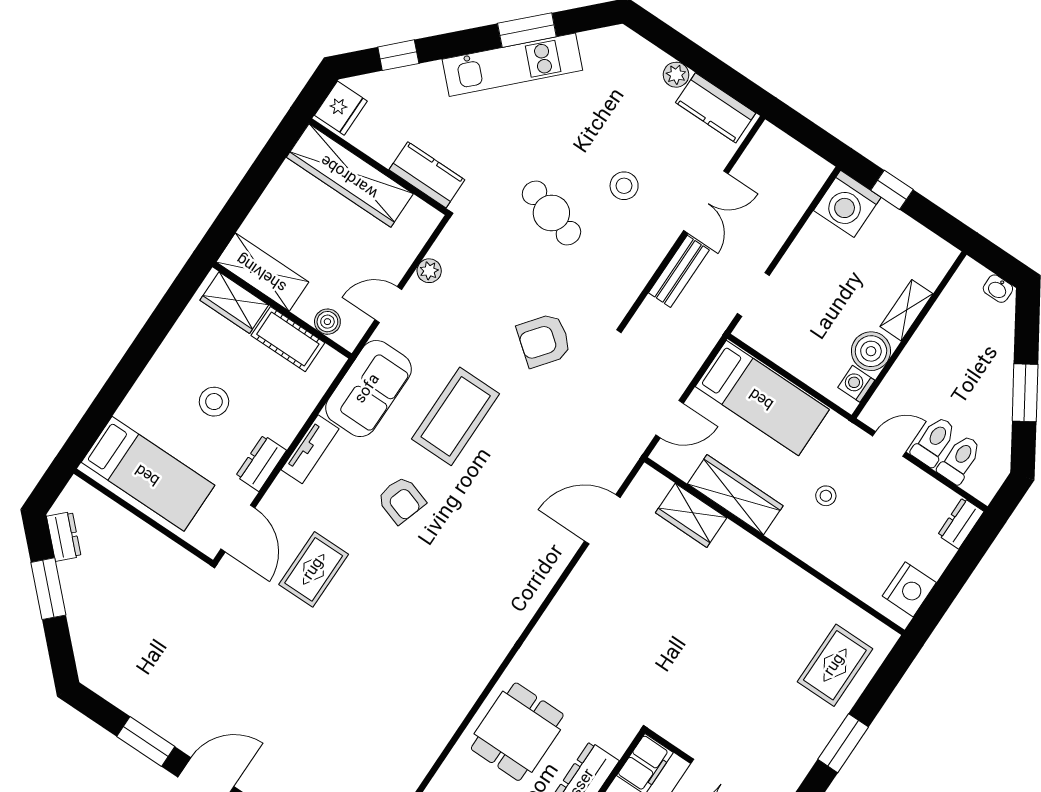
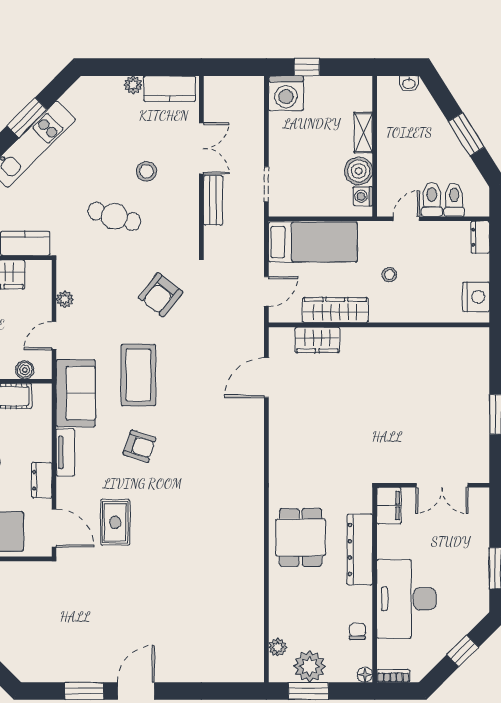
rug: (835, 665) -> (462, 371), removed

